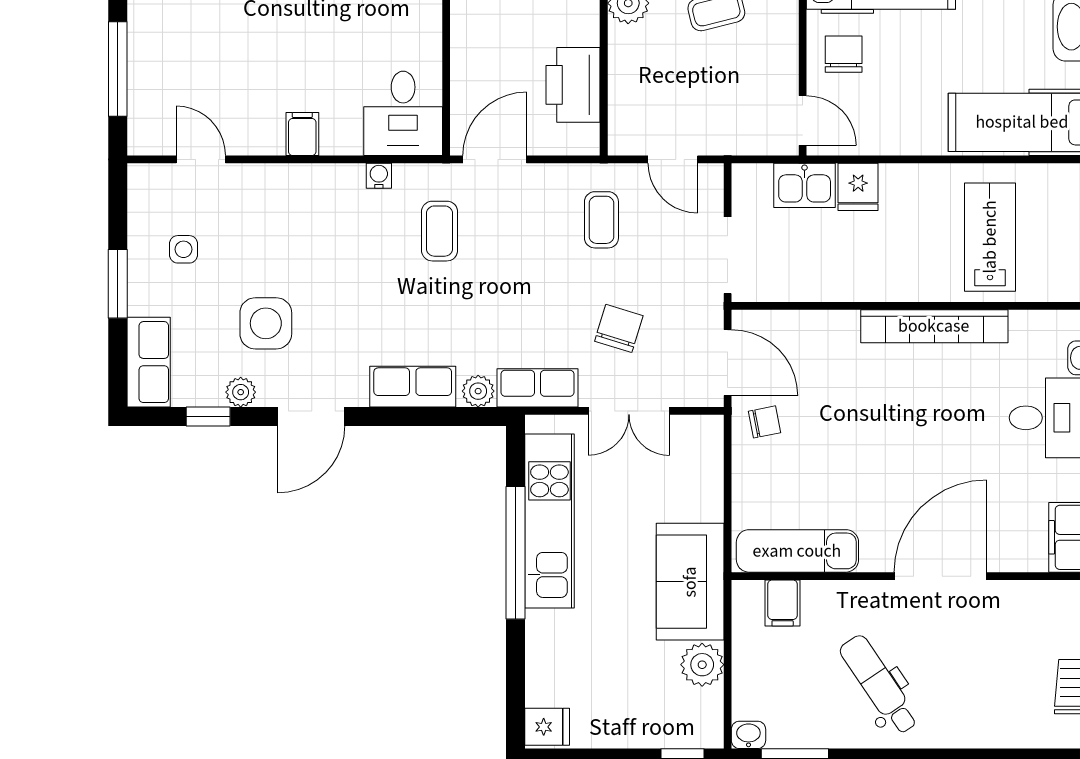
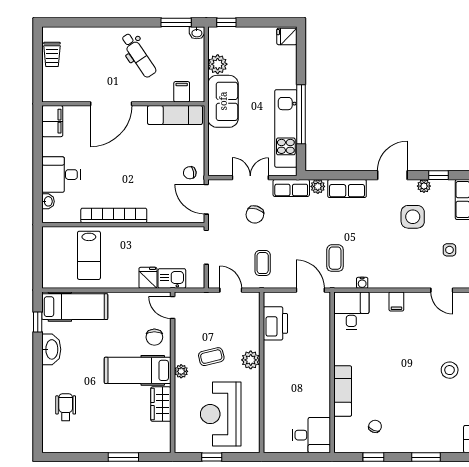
door: (495, 159) -> (310, 290), swing flipped

